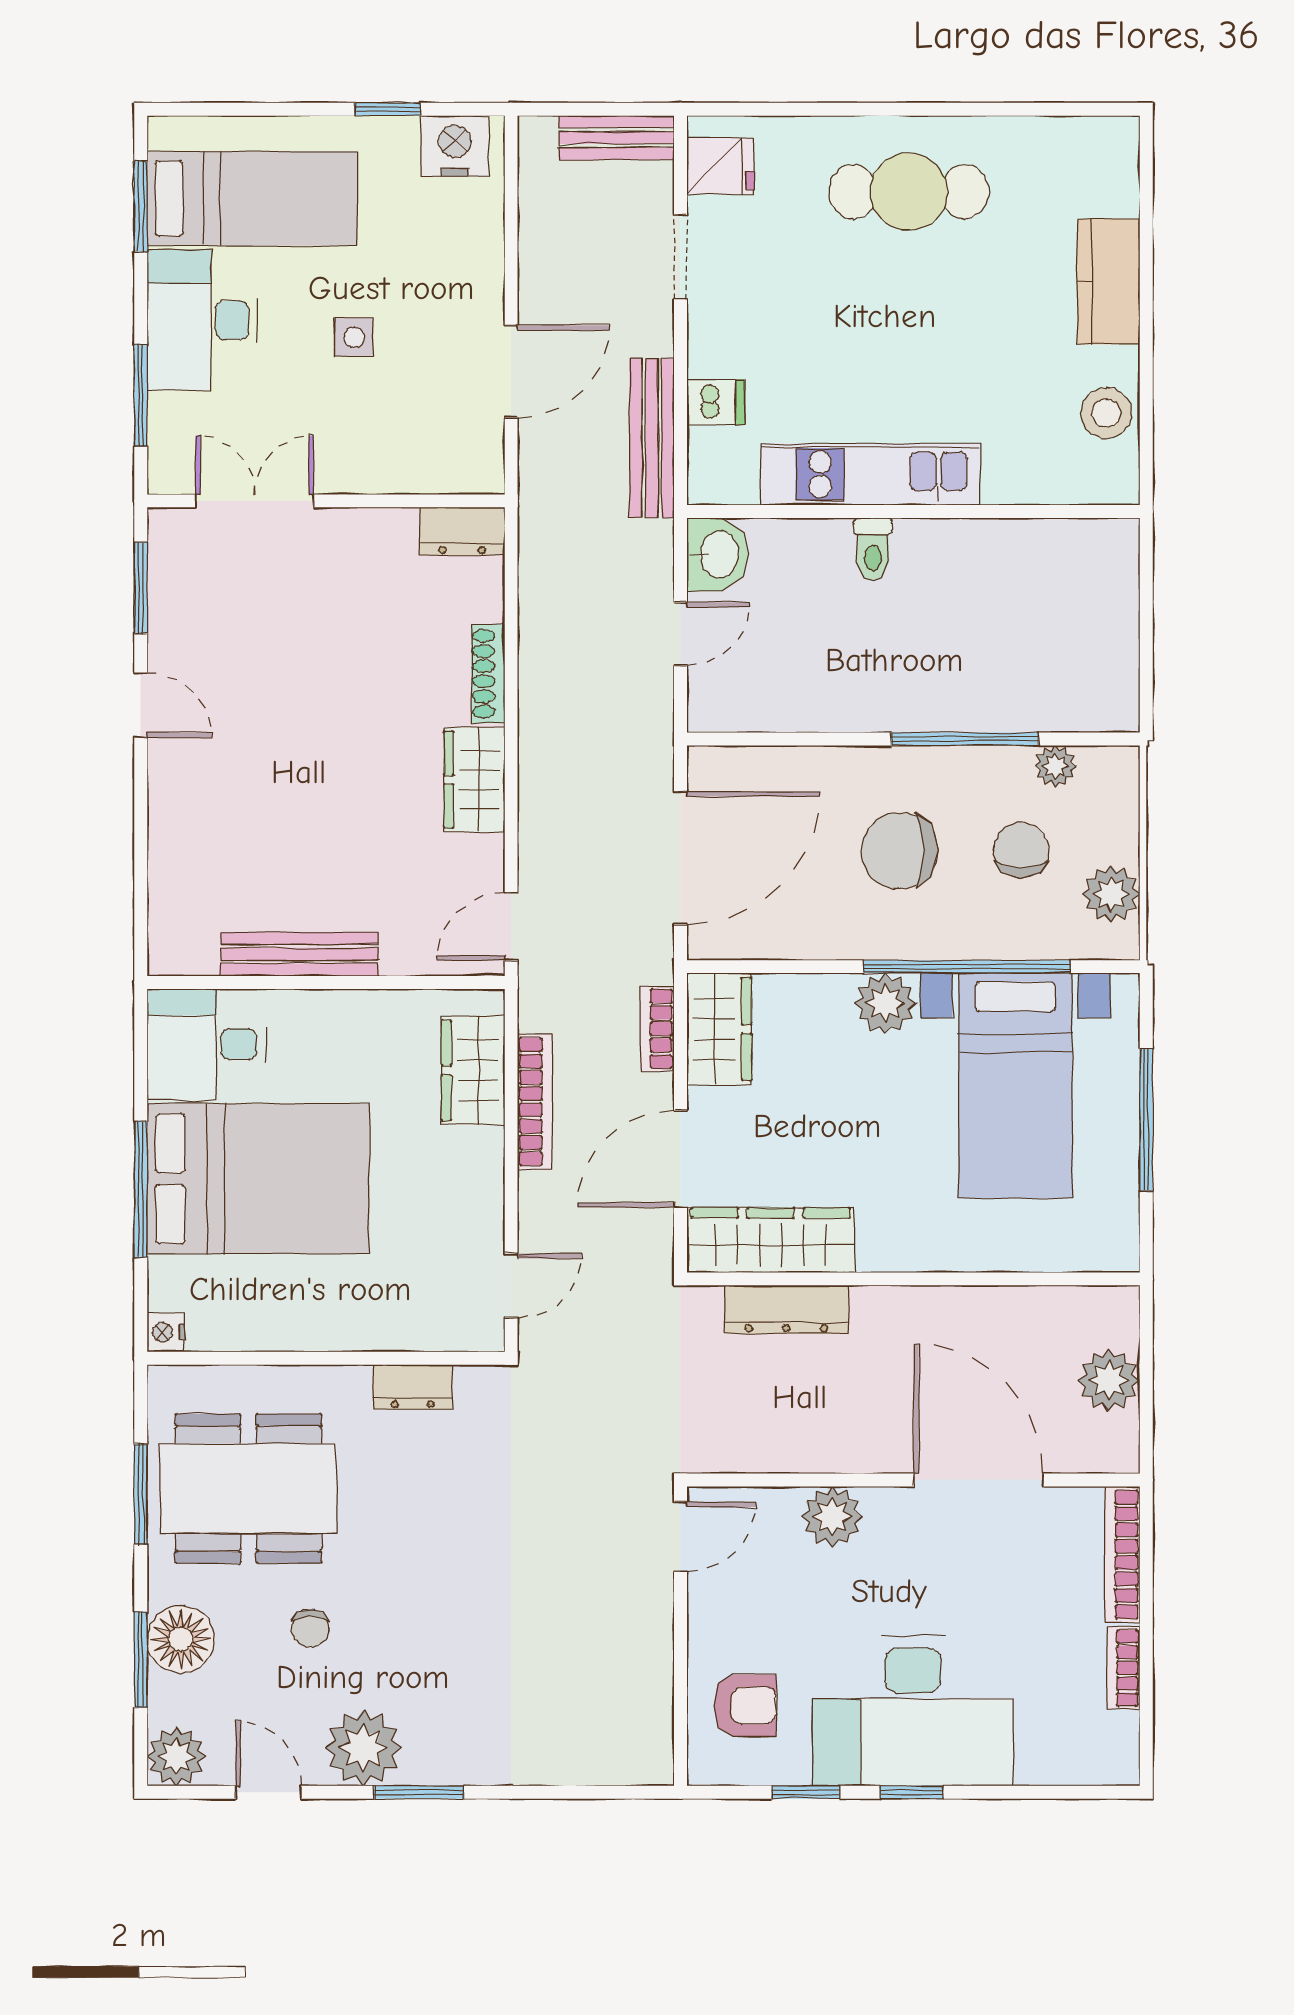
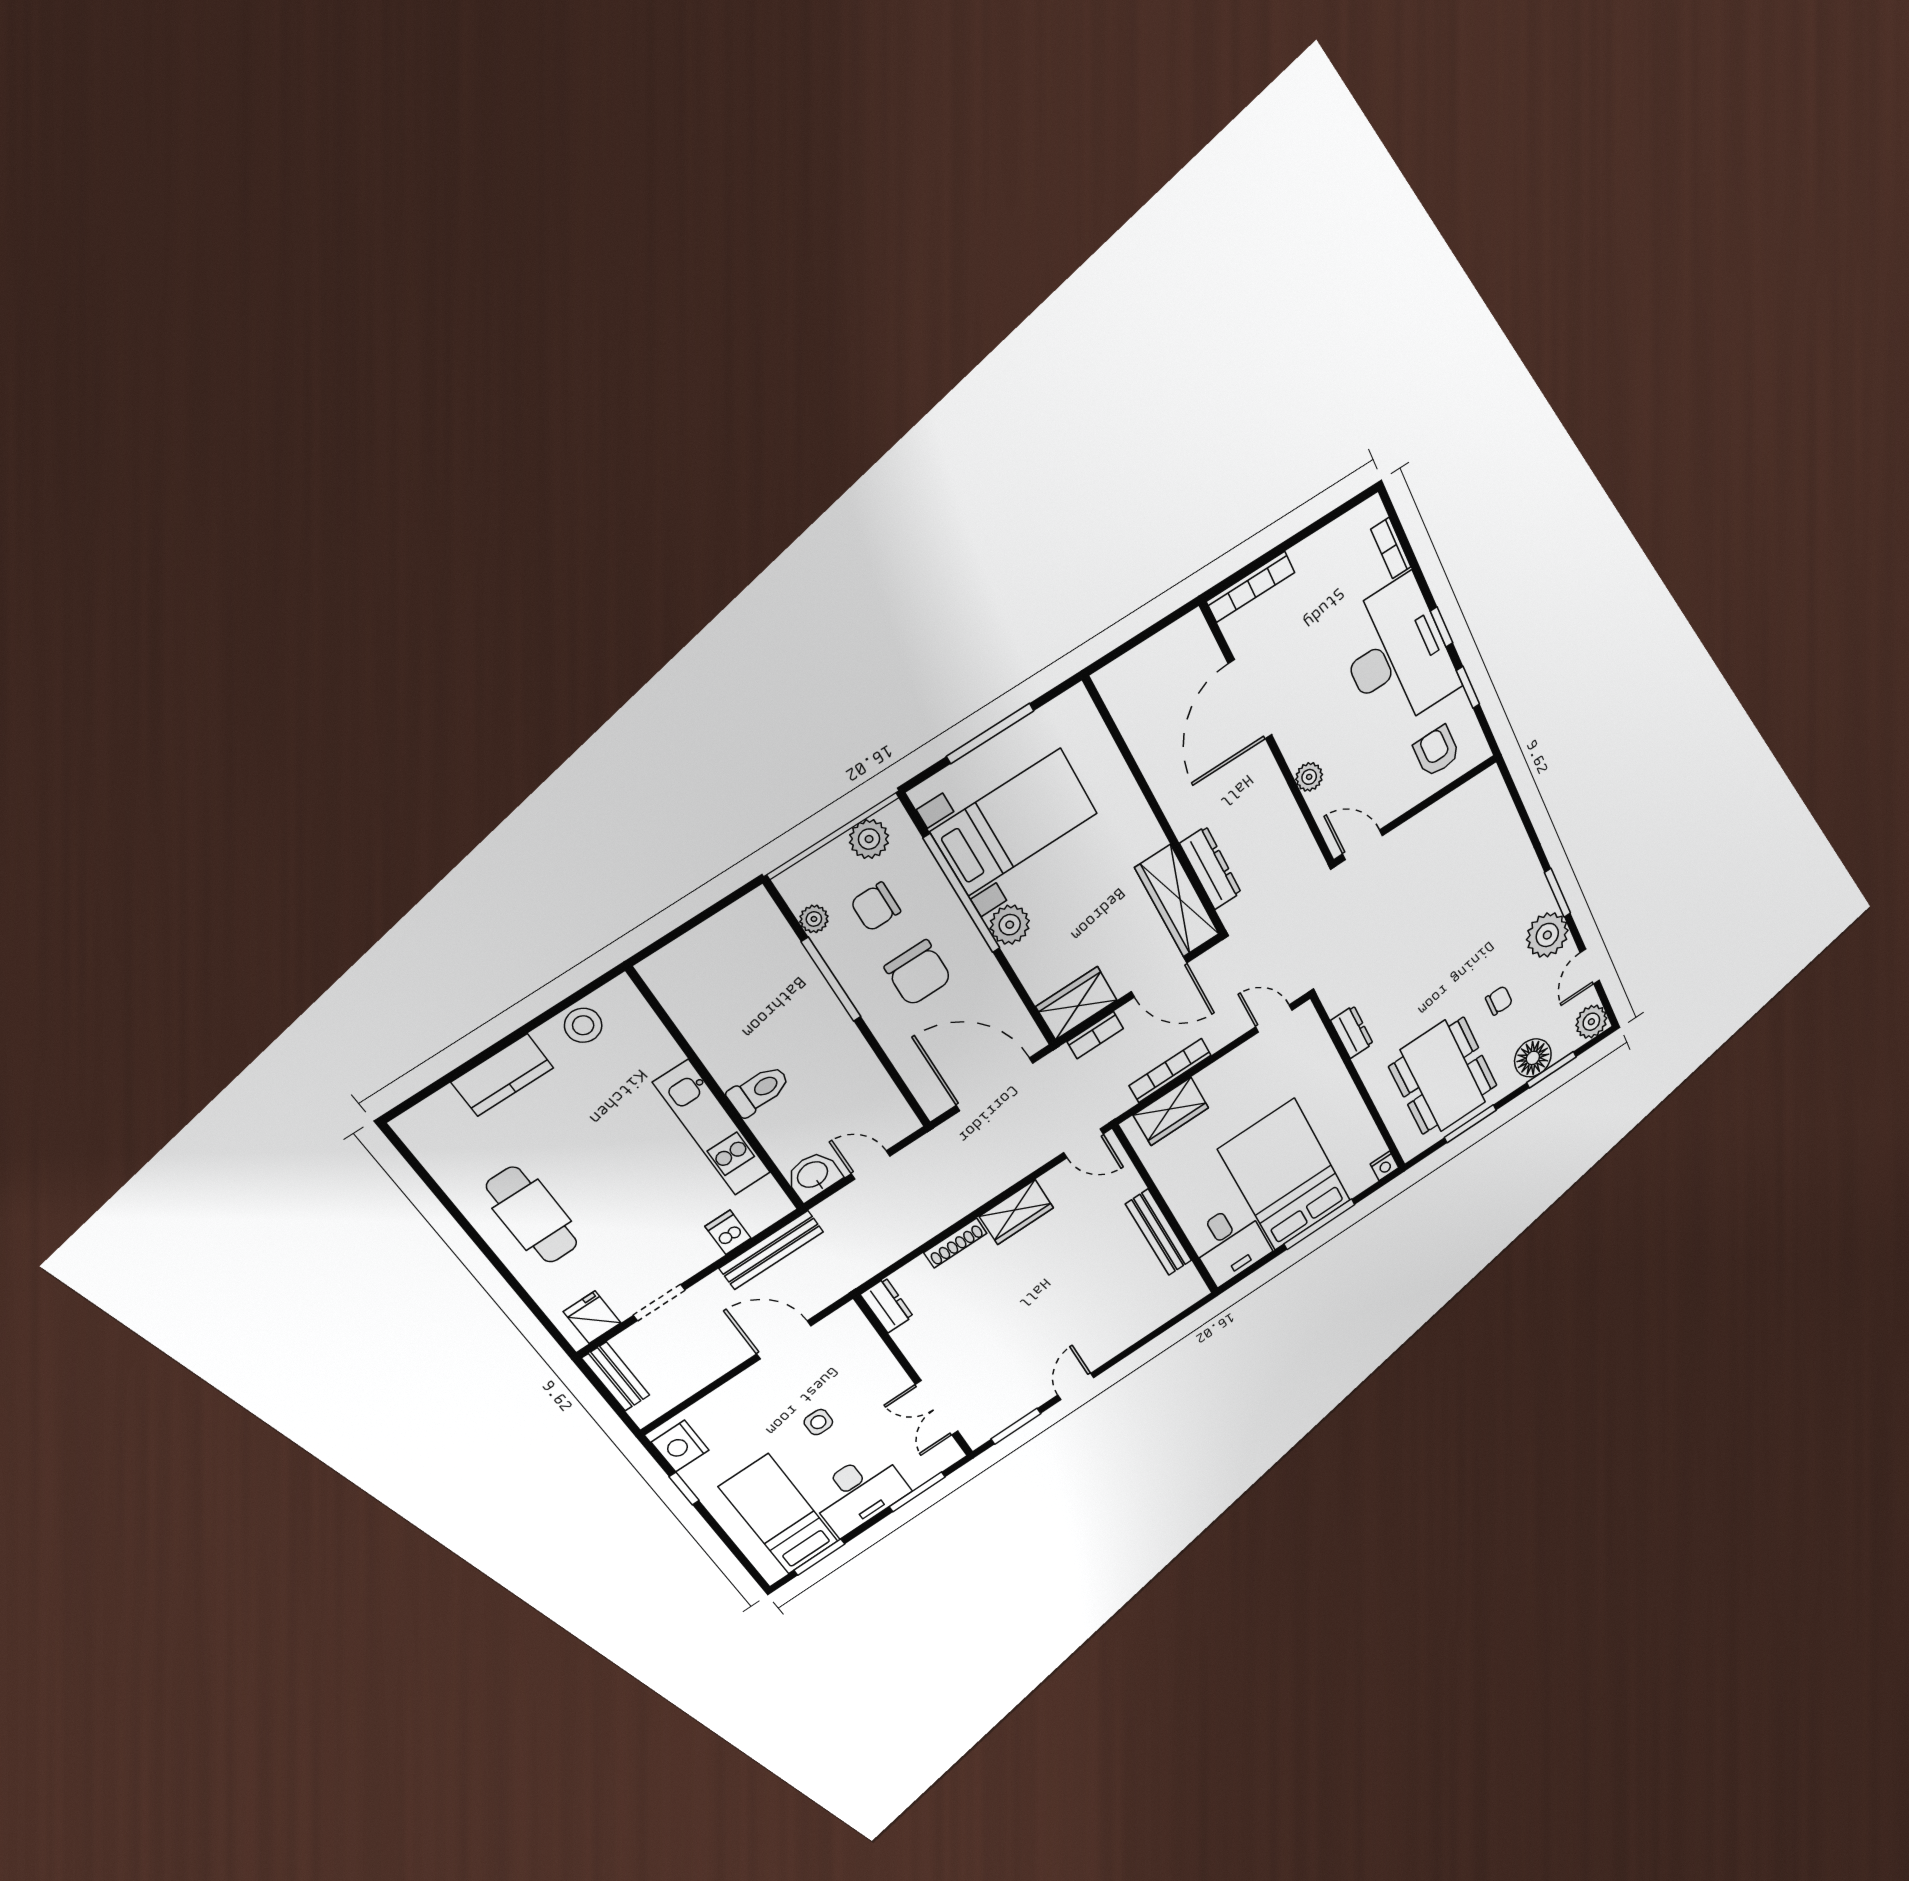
toilet: (873, 549) -> (759, 1091), width x1.37, depth x1.39
plant: (1109, 1380) -> (1154, 659), removed
plant: (832, 1517) -> (1309, 777), width x0.73, depth x0.73
bookcase: (1123, 1668) -> (1391, 548), moved, turned 90

